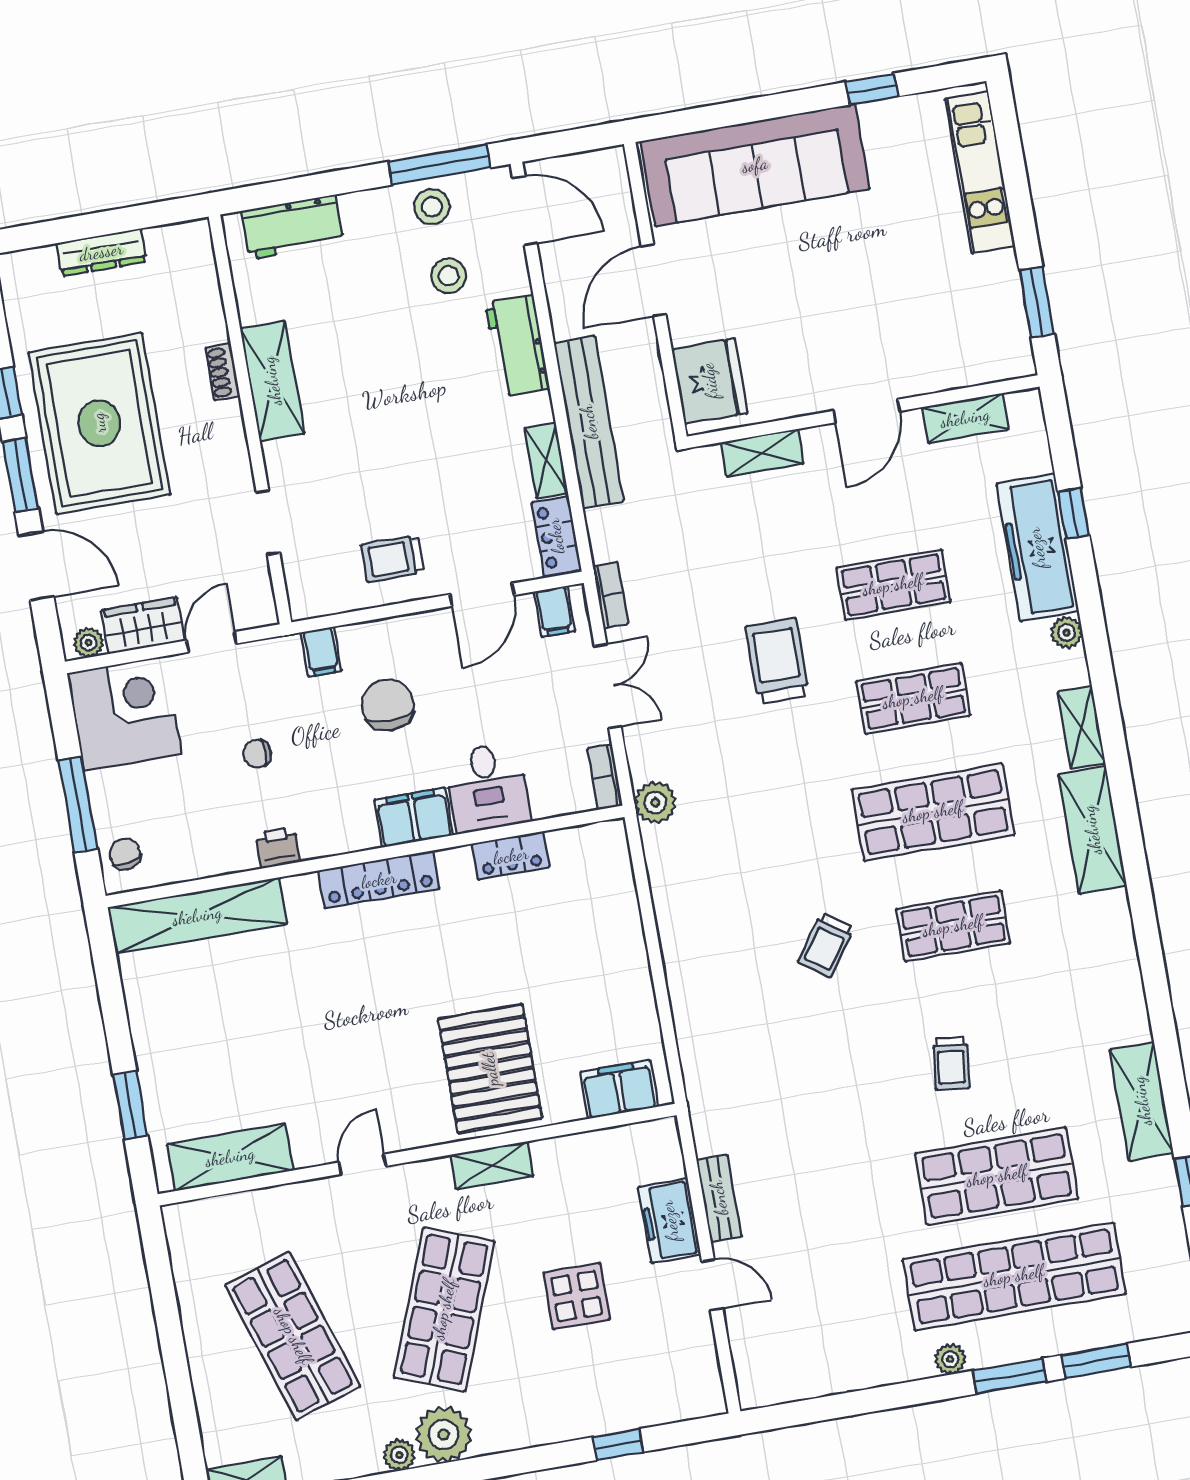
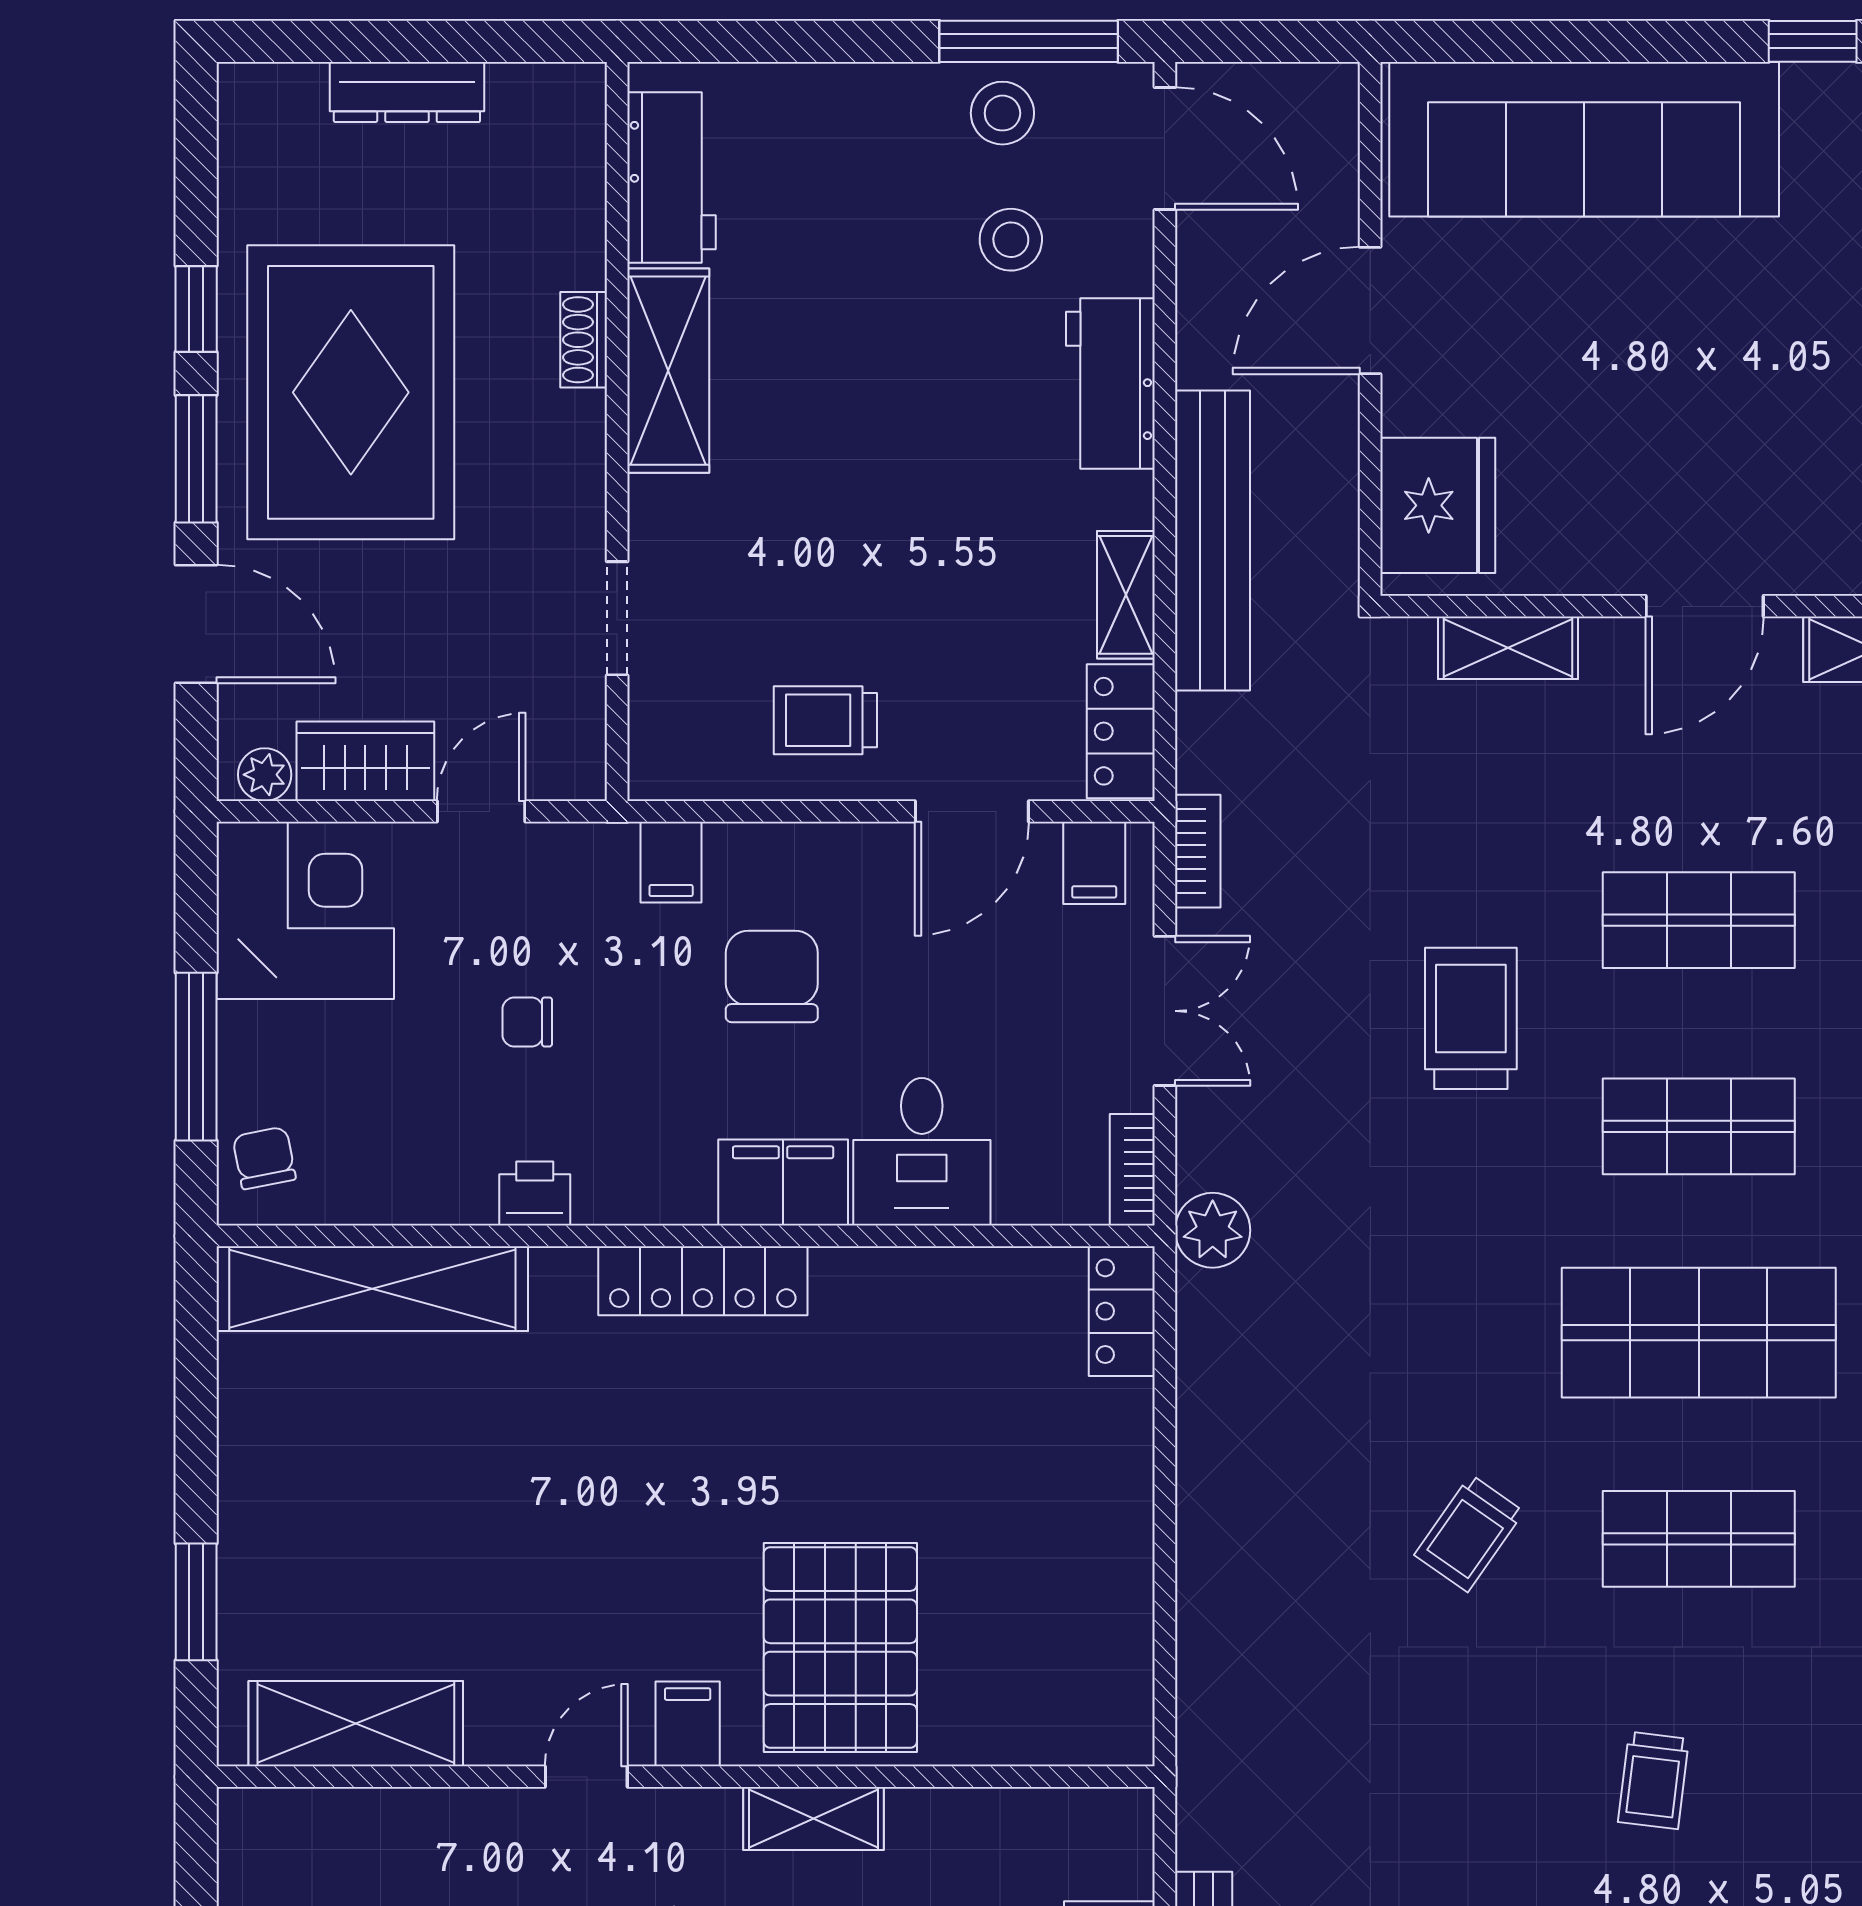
workbench: (292, 227) -> (672, 177), moved, turned -90
locker: (511, 856) -> (1122, 1311), moved, turned 90
filing cabinet: (619, 1089) -> (688, 1724), moved, width x0.50

